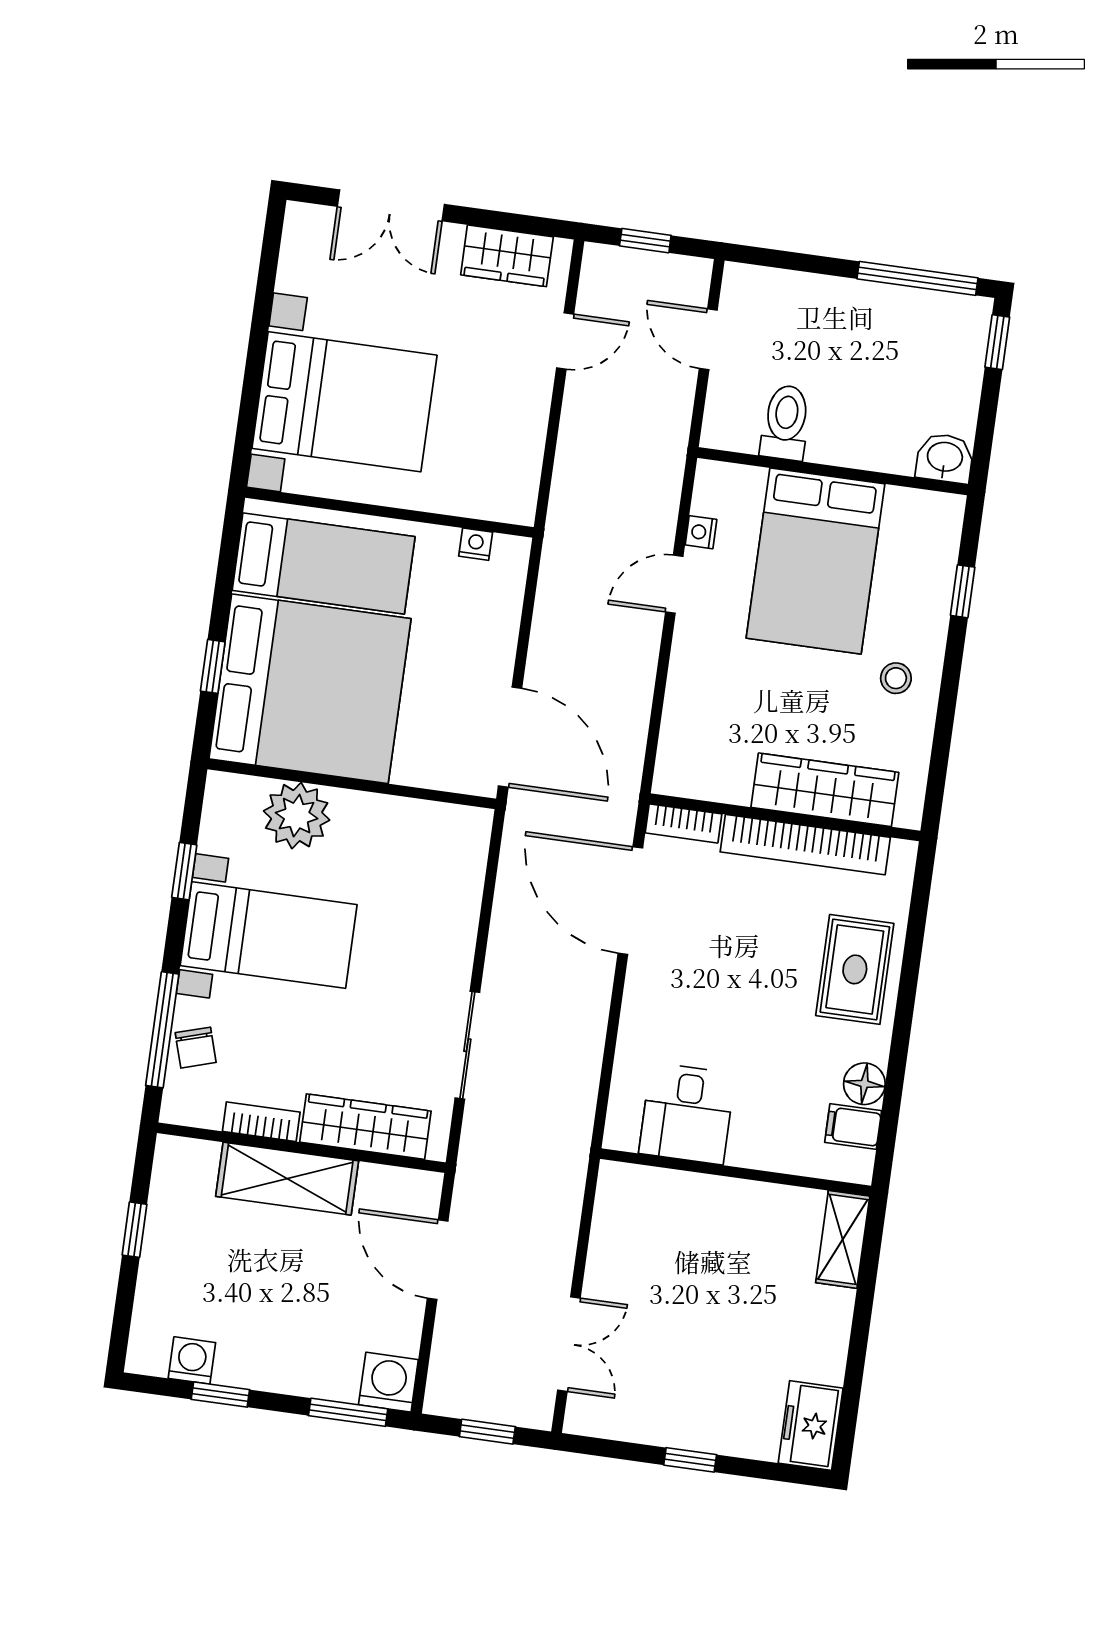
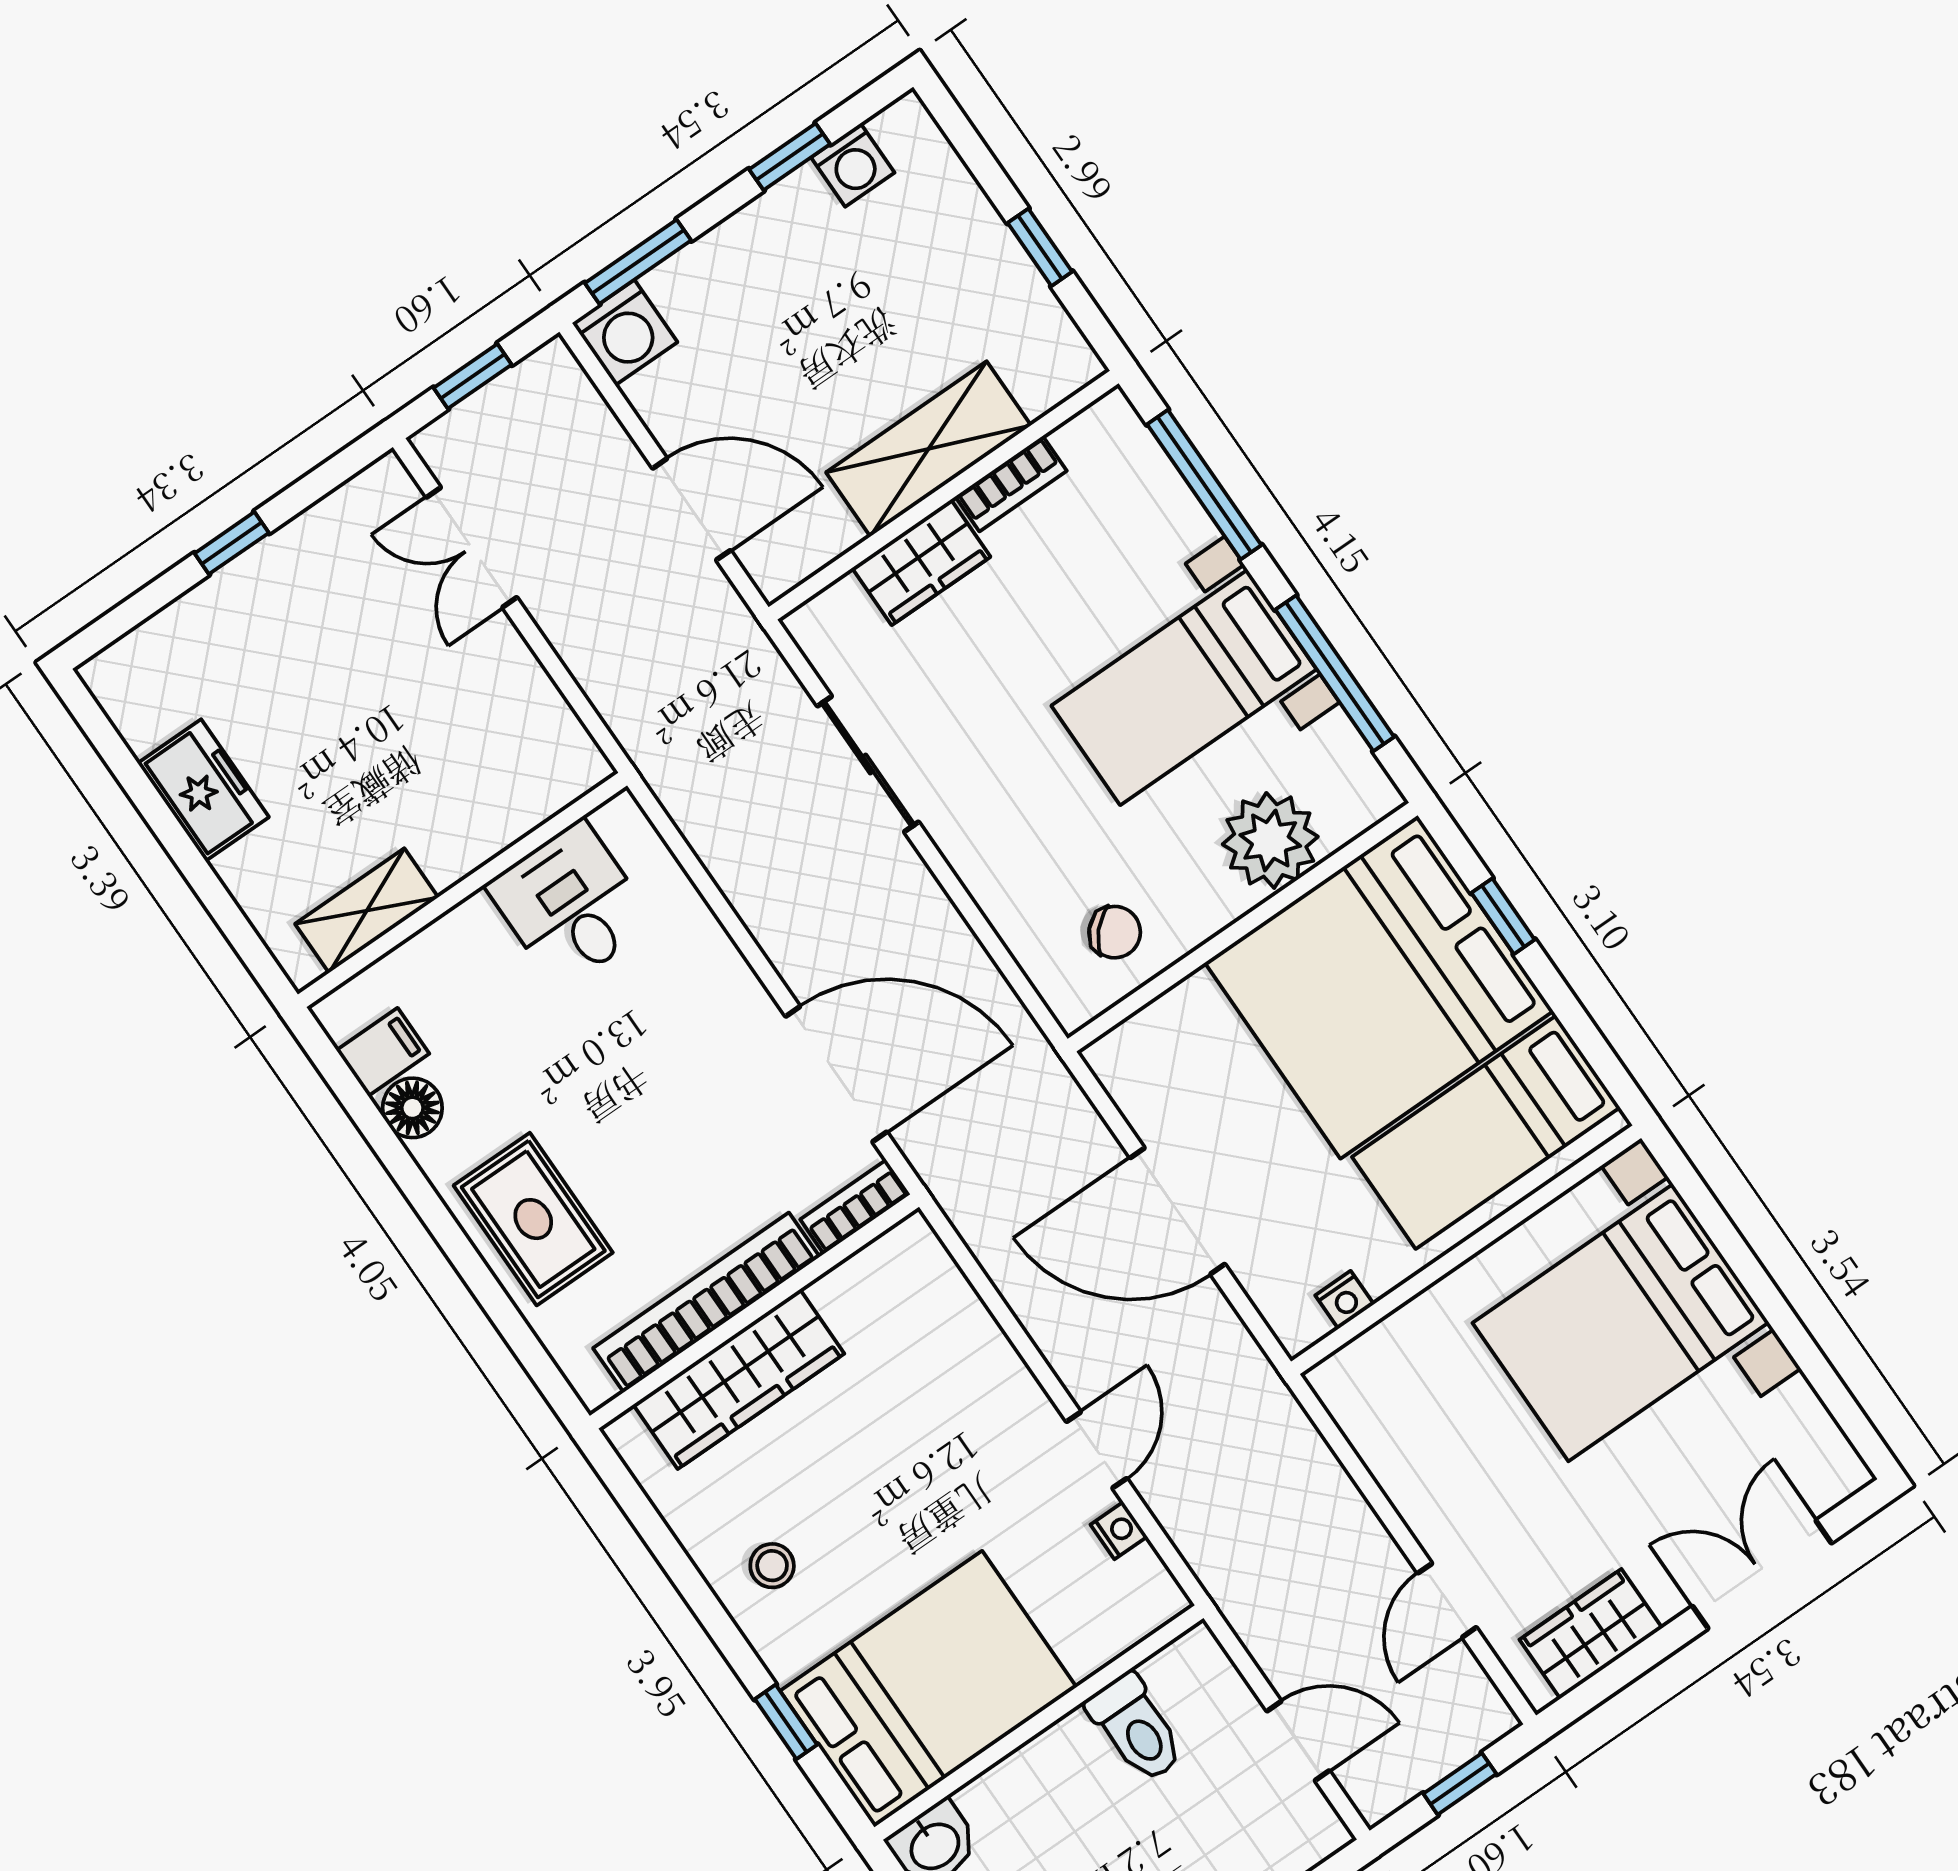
bed: (816, 561) -> (928, 1689), moved, turned 90
door: (510, 737) -> (1178, 1211), moved
window: (184, 871) -> (1335, 673), width x2.17
chair: (196, 1048) -> (1115, 932), moved, turned 150
wardrobe: (365, 1127) -> (921, 562), width x0.67
shelving: (843, 1239) -> (367, 911), moved, turned 90
freezer: (811, 1426) -> (203, 790), moved

